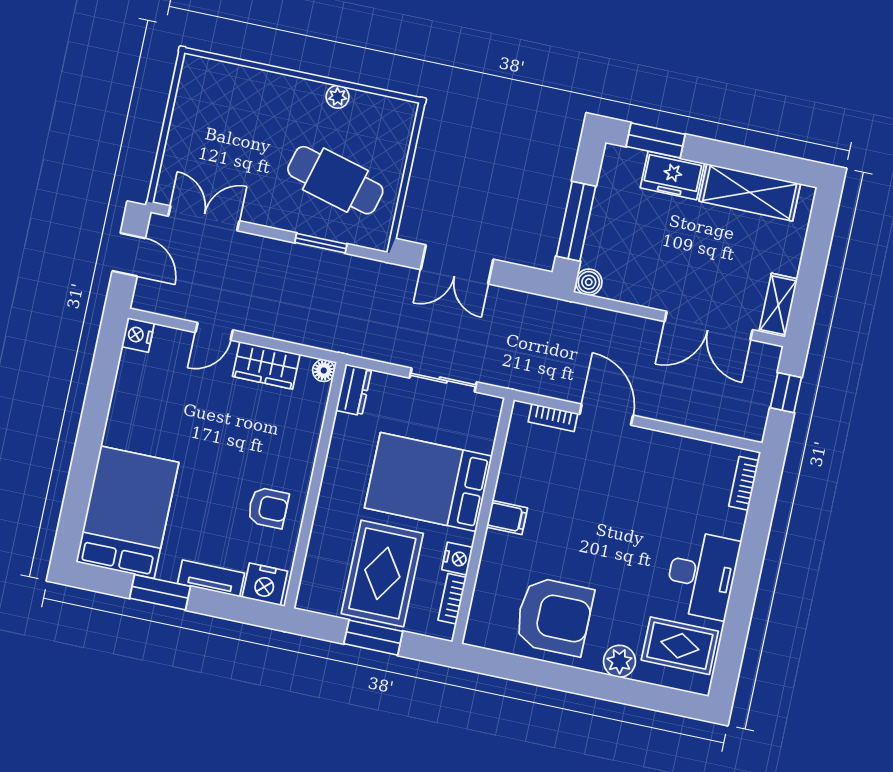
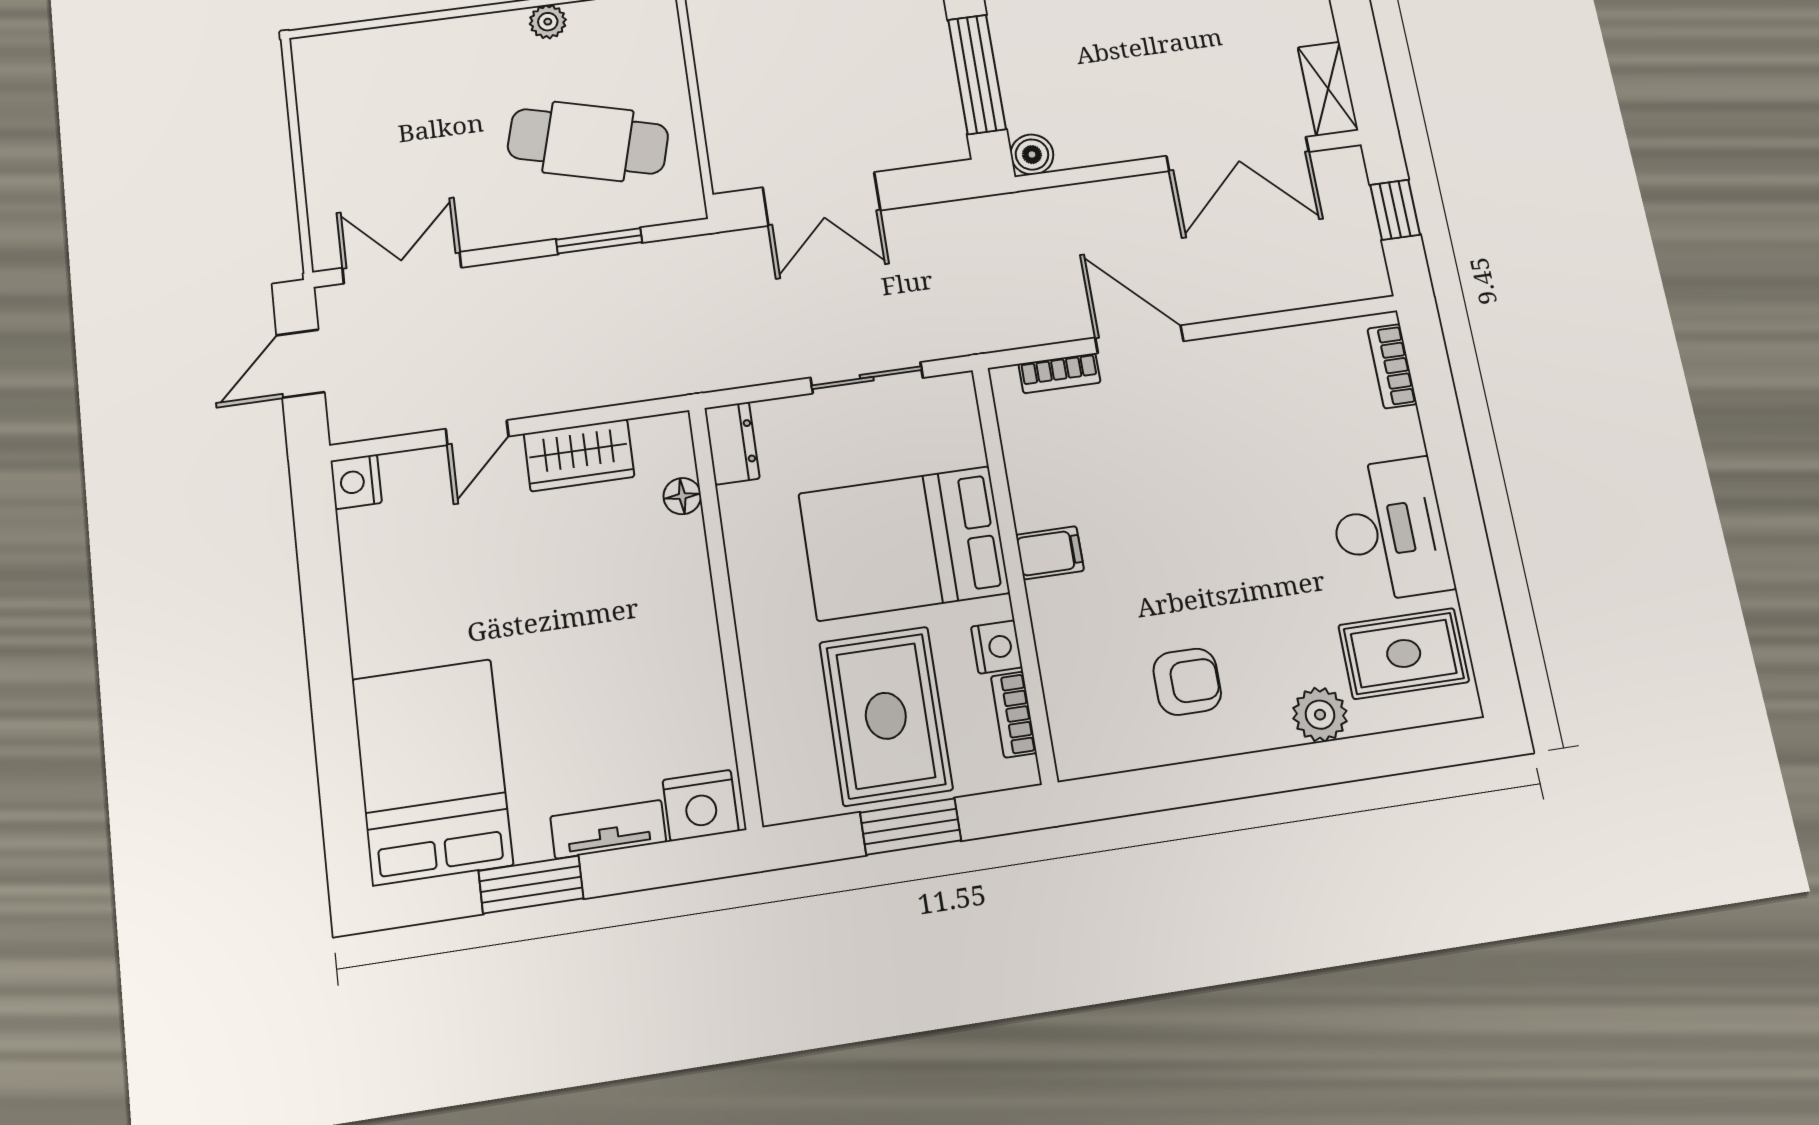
door: (129, 255) -> (300, 364), swing flipped
floor lamp: (324, 370) -> (682, 496), moved
armchair: (268, 508) -> (662, 679), removed
armchair: (554, 616) -> (1187, 682), width x0.53, depth x0.53

